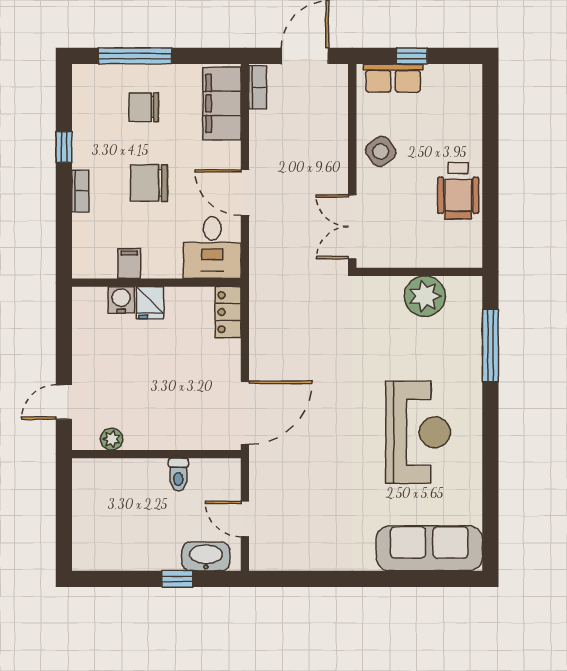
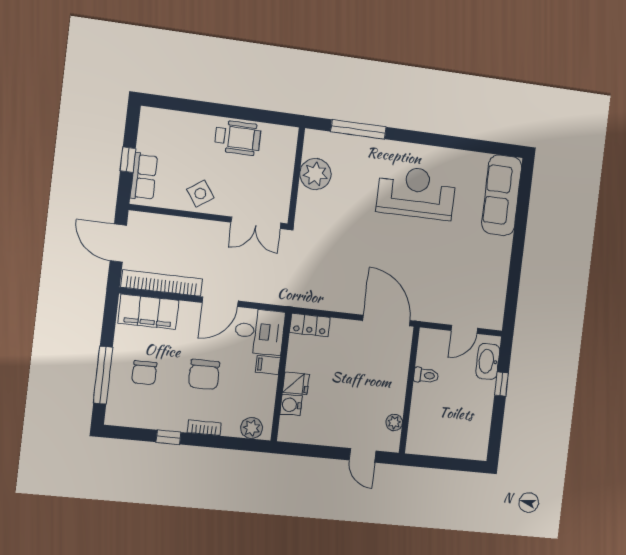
bookcase: (258, 87) -> (162, 283), width x2.31, depth x1.31
plant: (86, 252) -> (252, 428), added
filing cabinet: (129, 264) -> (268, 365), moved

